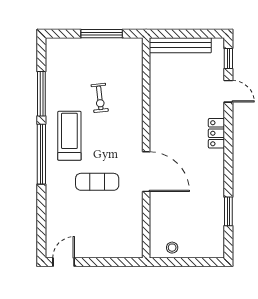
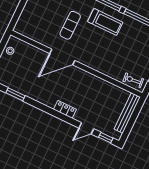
exercise bike: (100, 98) -> (133, 80), moved

